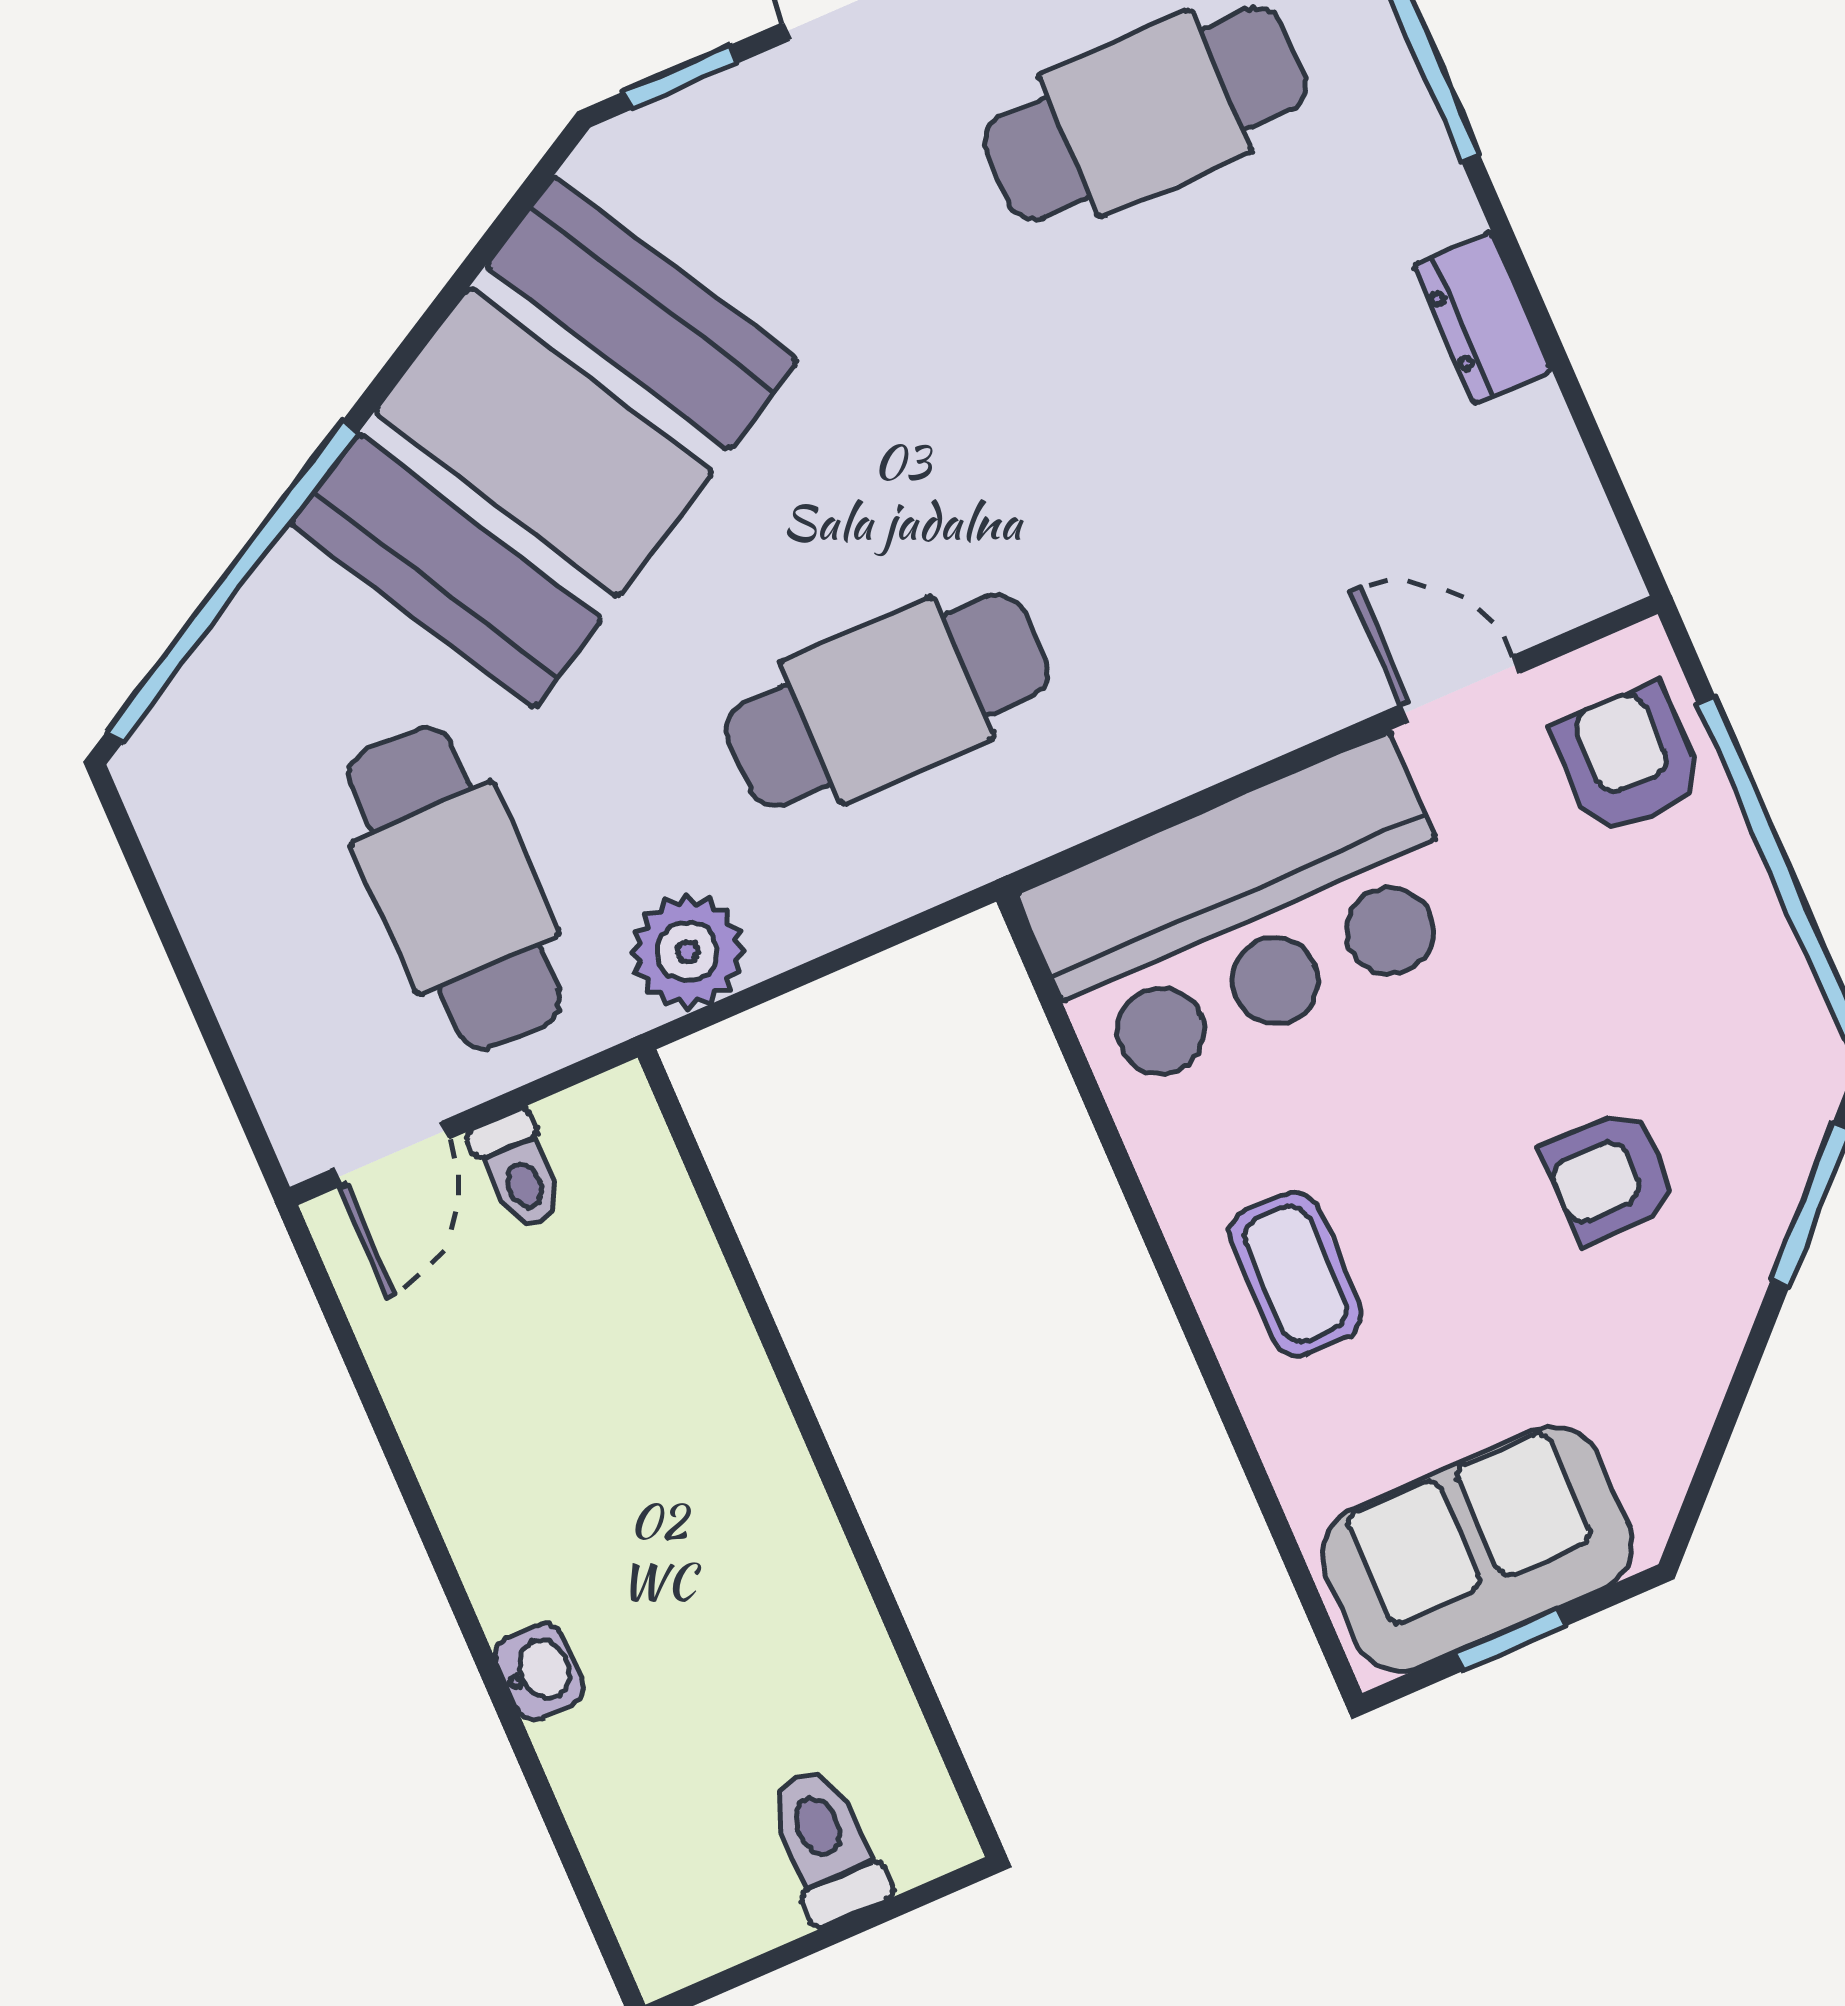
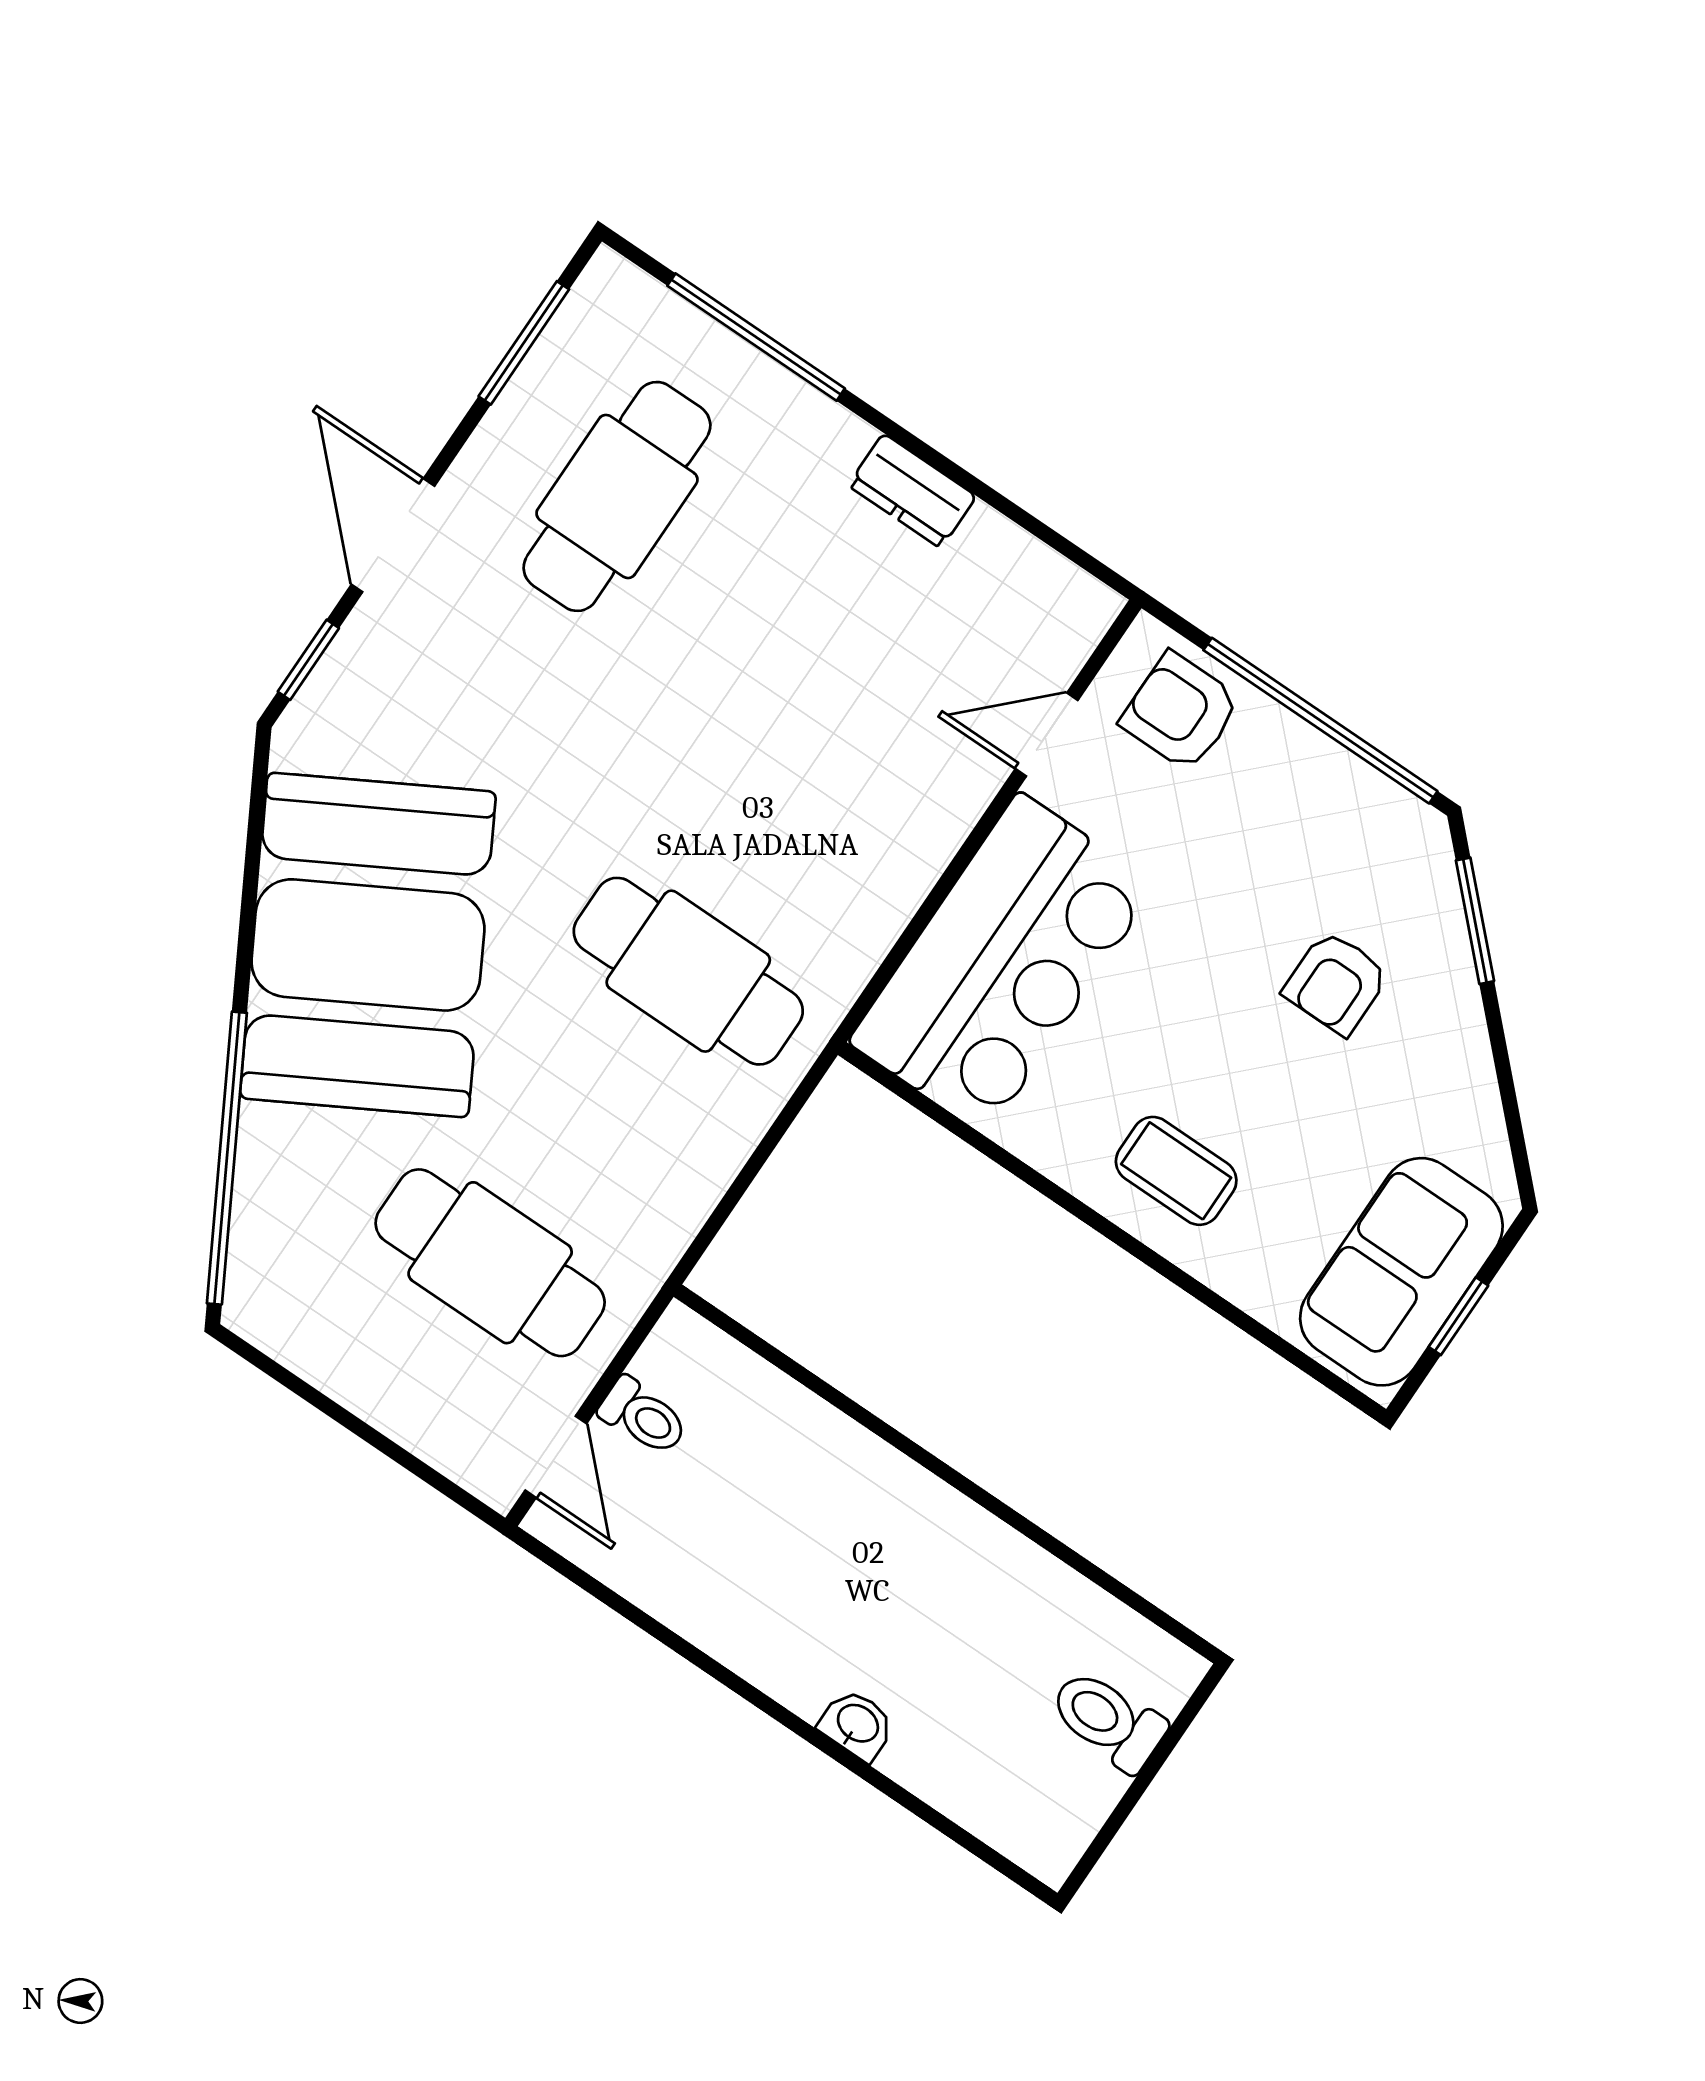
cafe table: (887, 700) -> (688, 971), turned 90
plant: (687, 952) -> (663, 1210), removed

